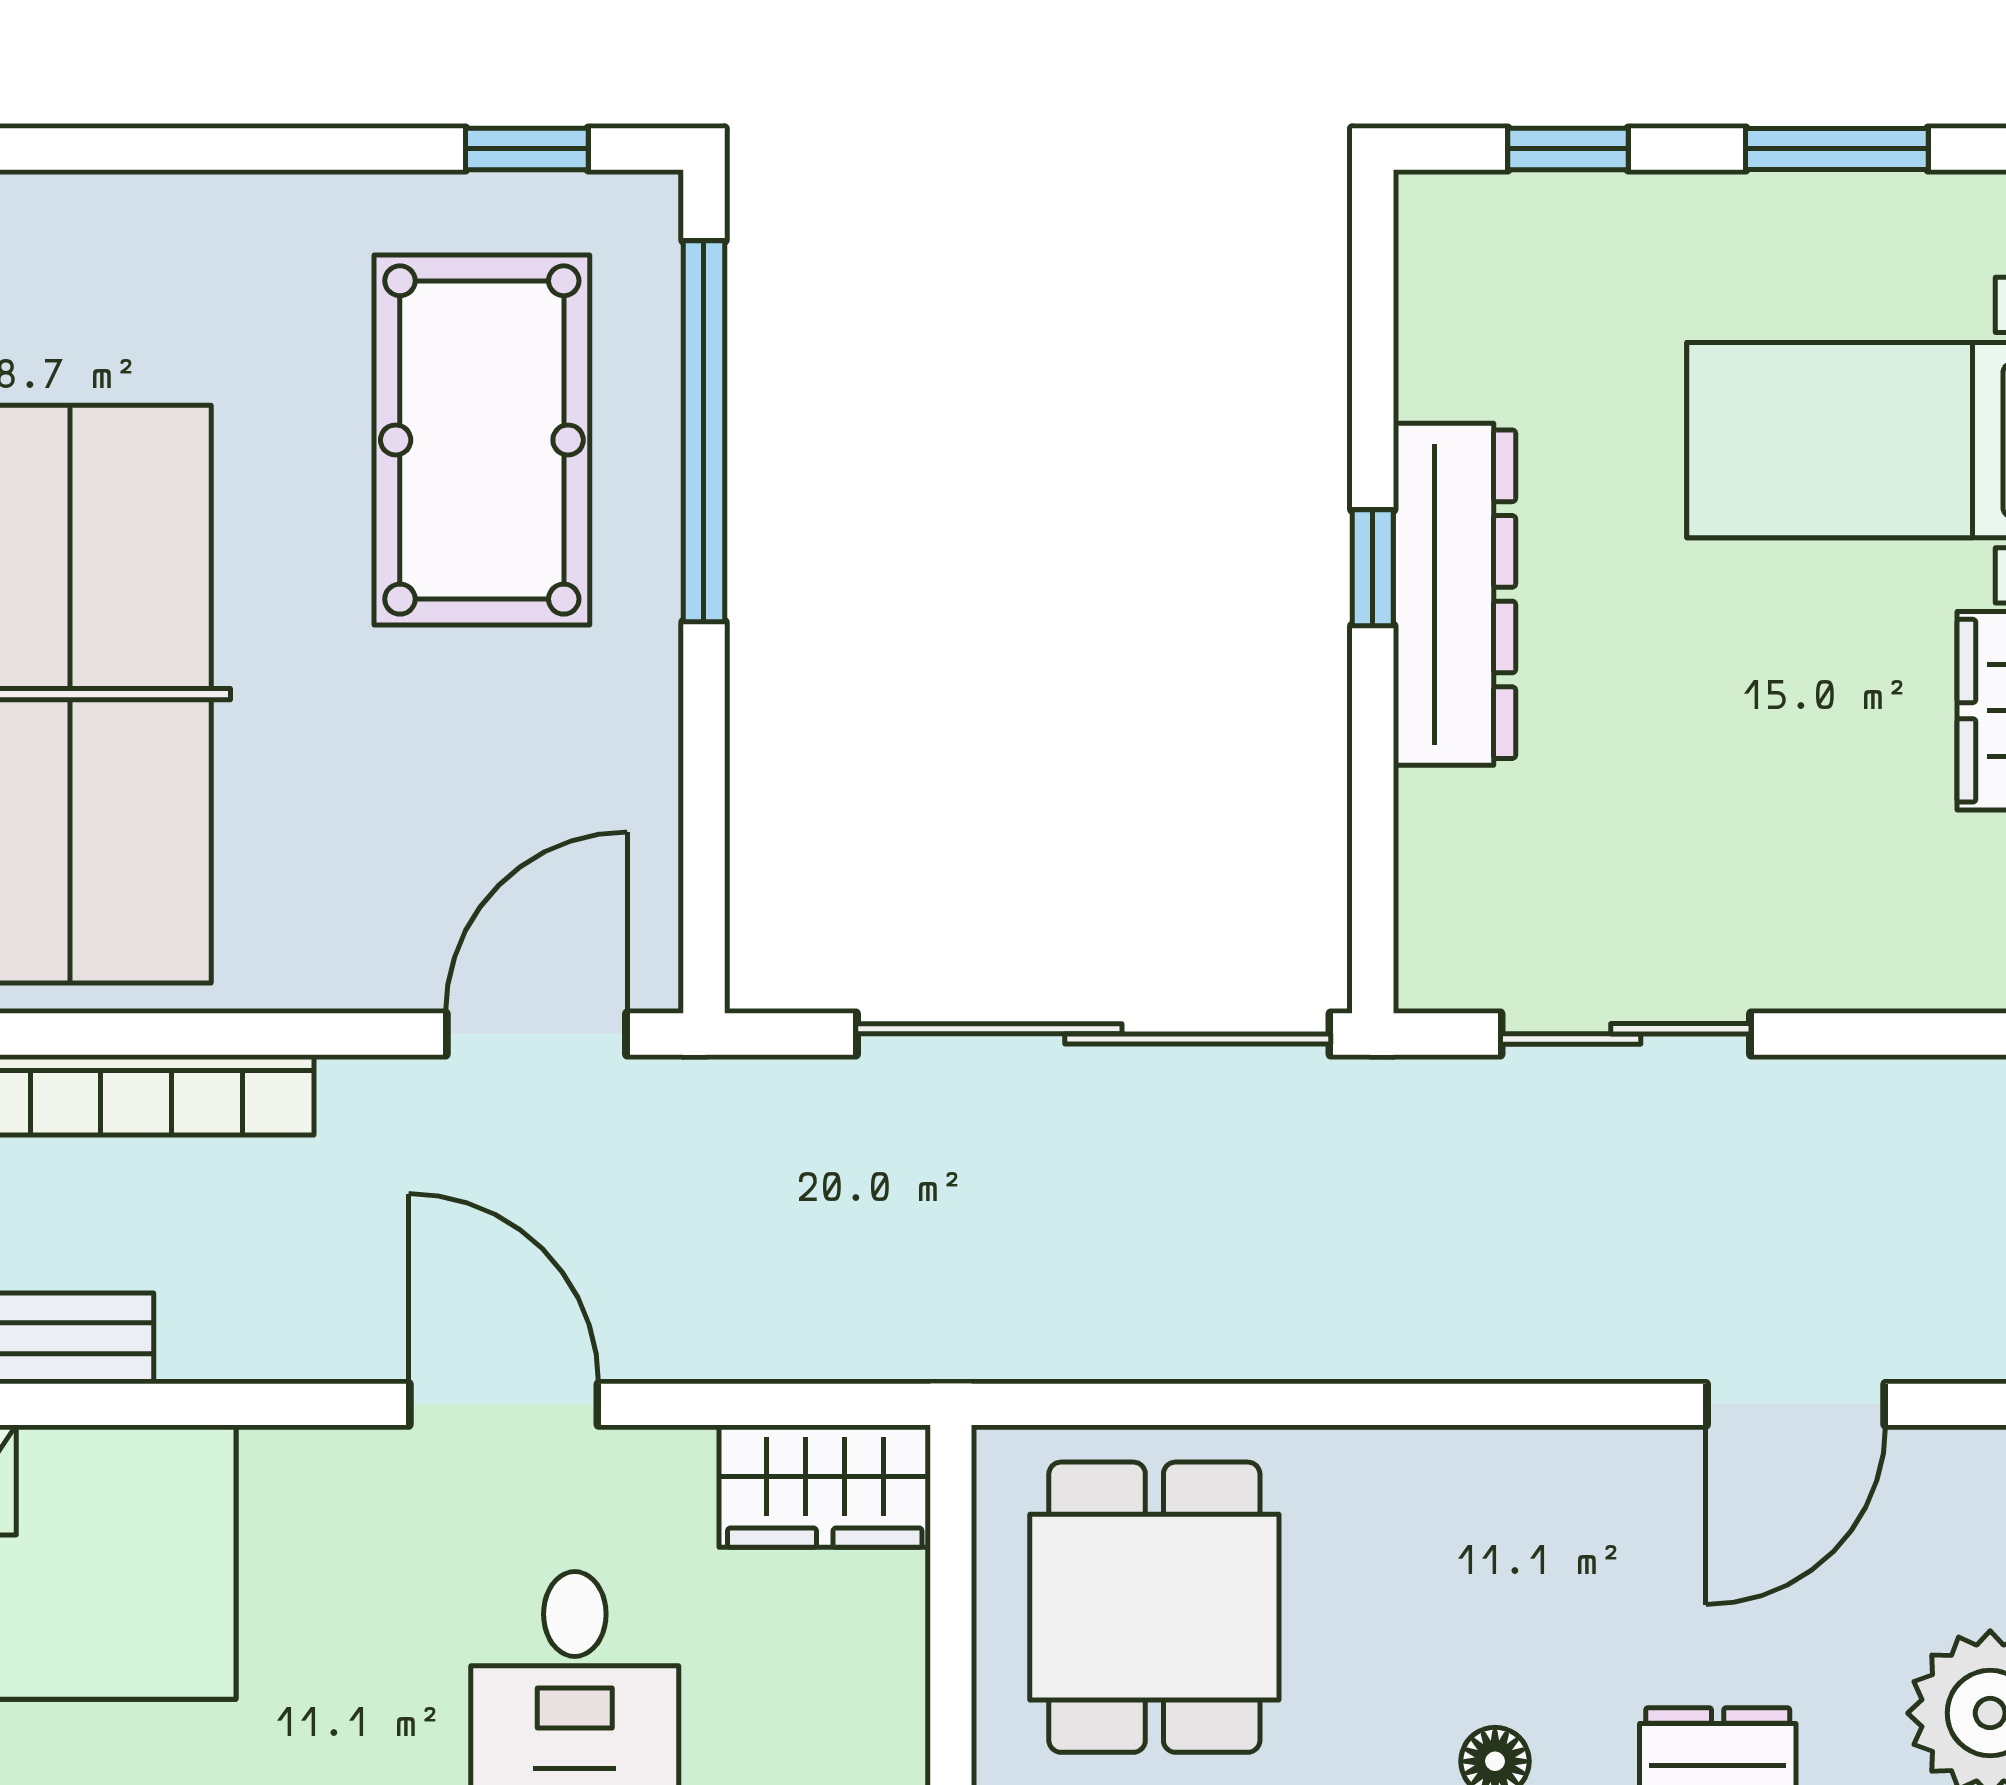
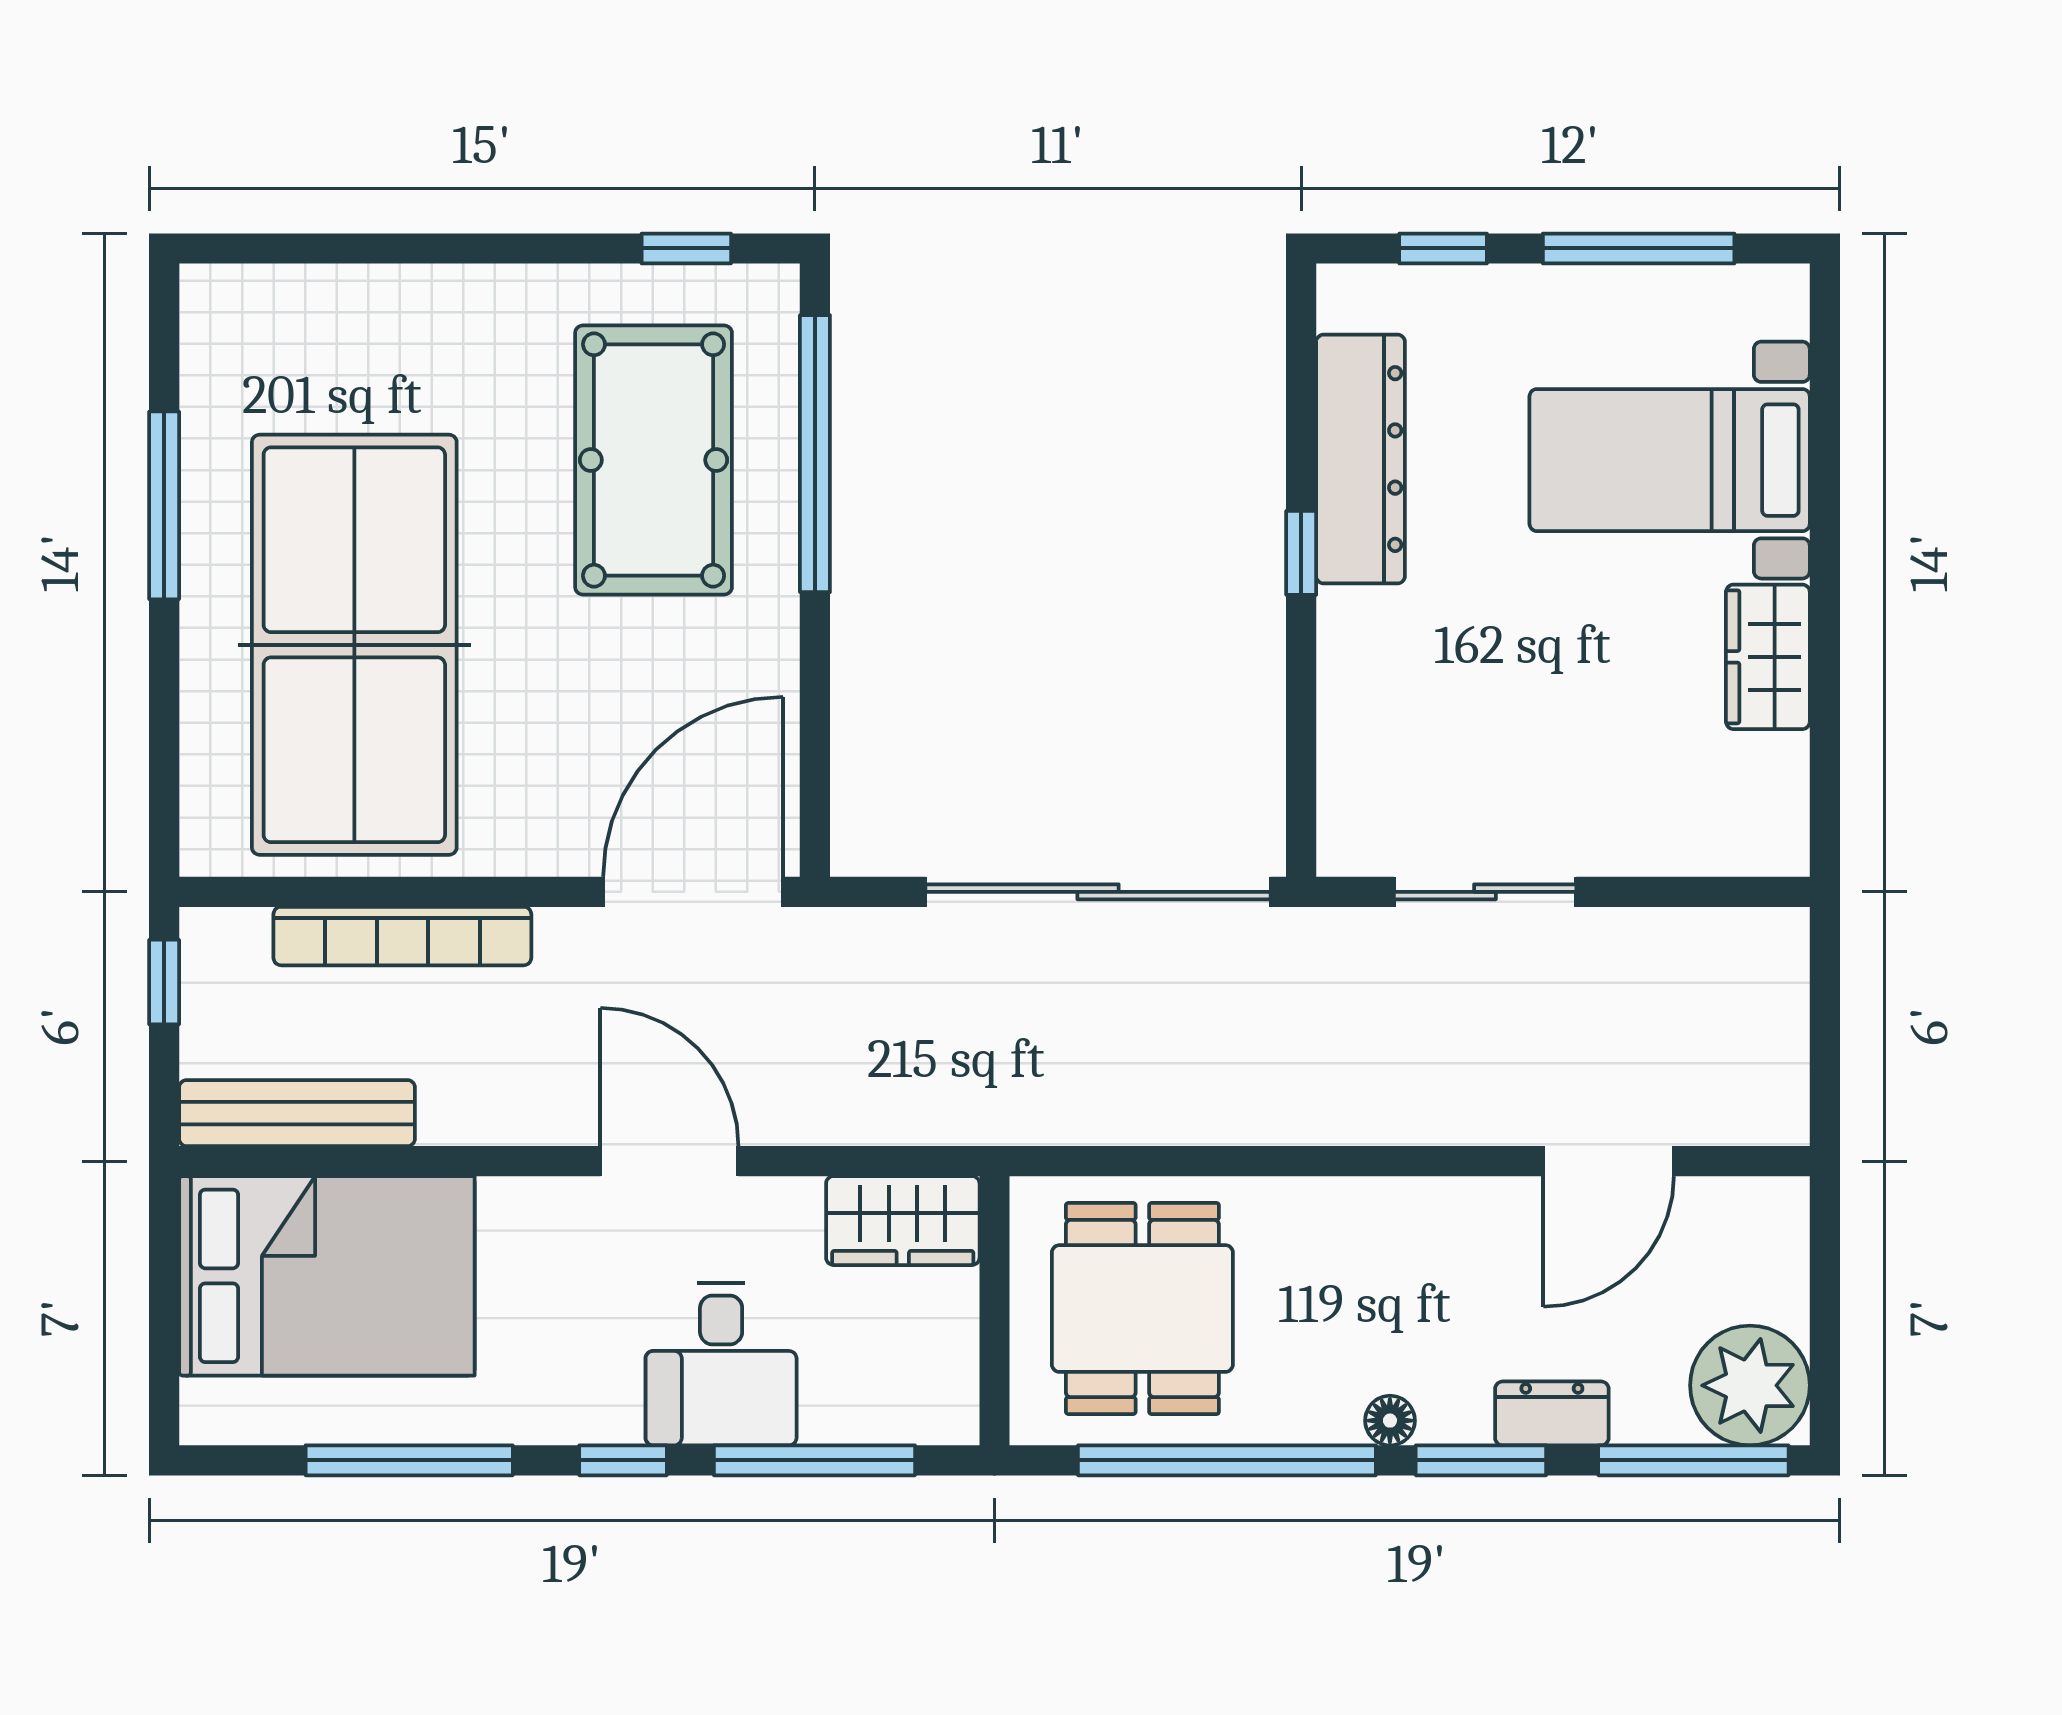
window: (1837, 149) -> (1639, 248), width x1.44
dresser: (1454, 594) -> (1361, 459), moved
door: (536, 1034) -> (693, 892), width x1.36

